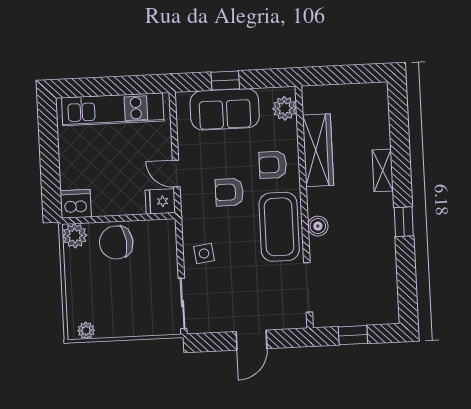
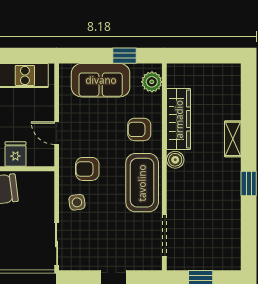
window: (225, 81) -> (125, 56), moved
armchair: (229, 192) -> (87, 169), moved
fridge: (160, 201) -> (15, 154), moved, turned 90
boiler: (318, 226) -> (175, 160), moved

